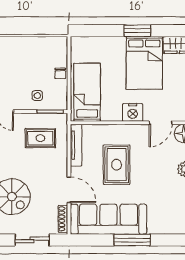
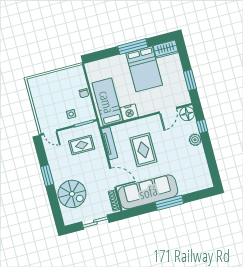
window: (137, 31) -> (133, 47), width x1.44
nightstand: (133, 112) -> (129, 112), moved

